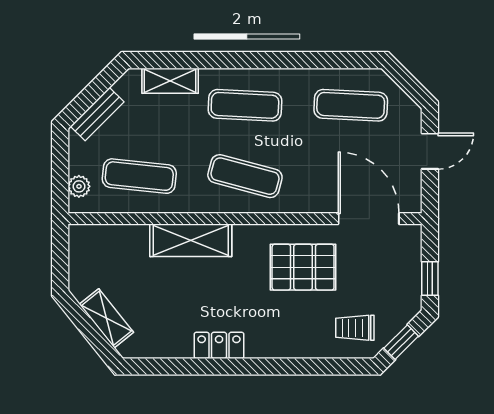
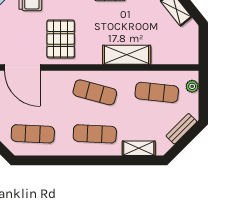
pallet: (303, 267) -> (61, 39), turned 90

